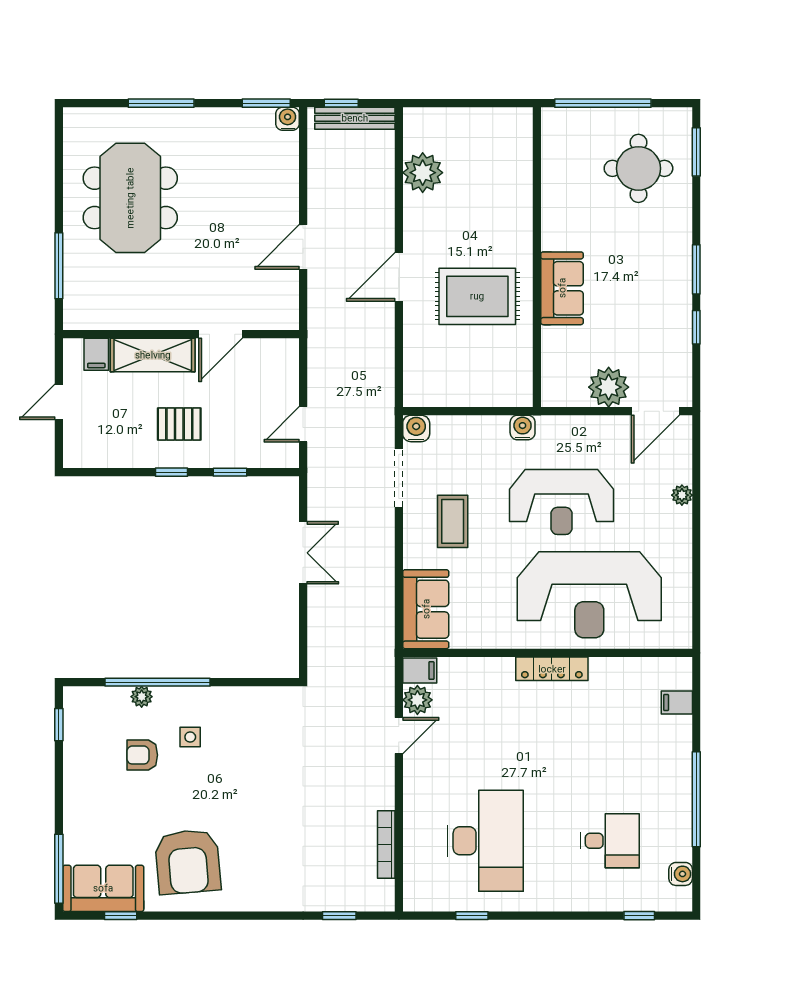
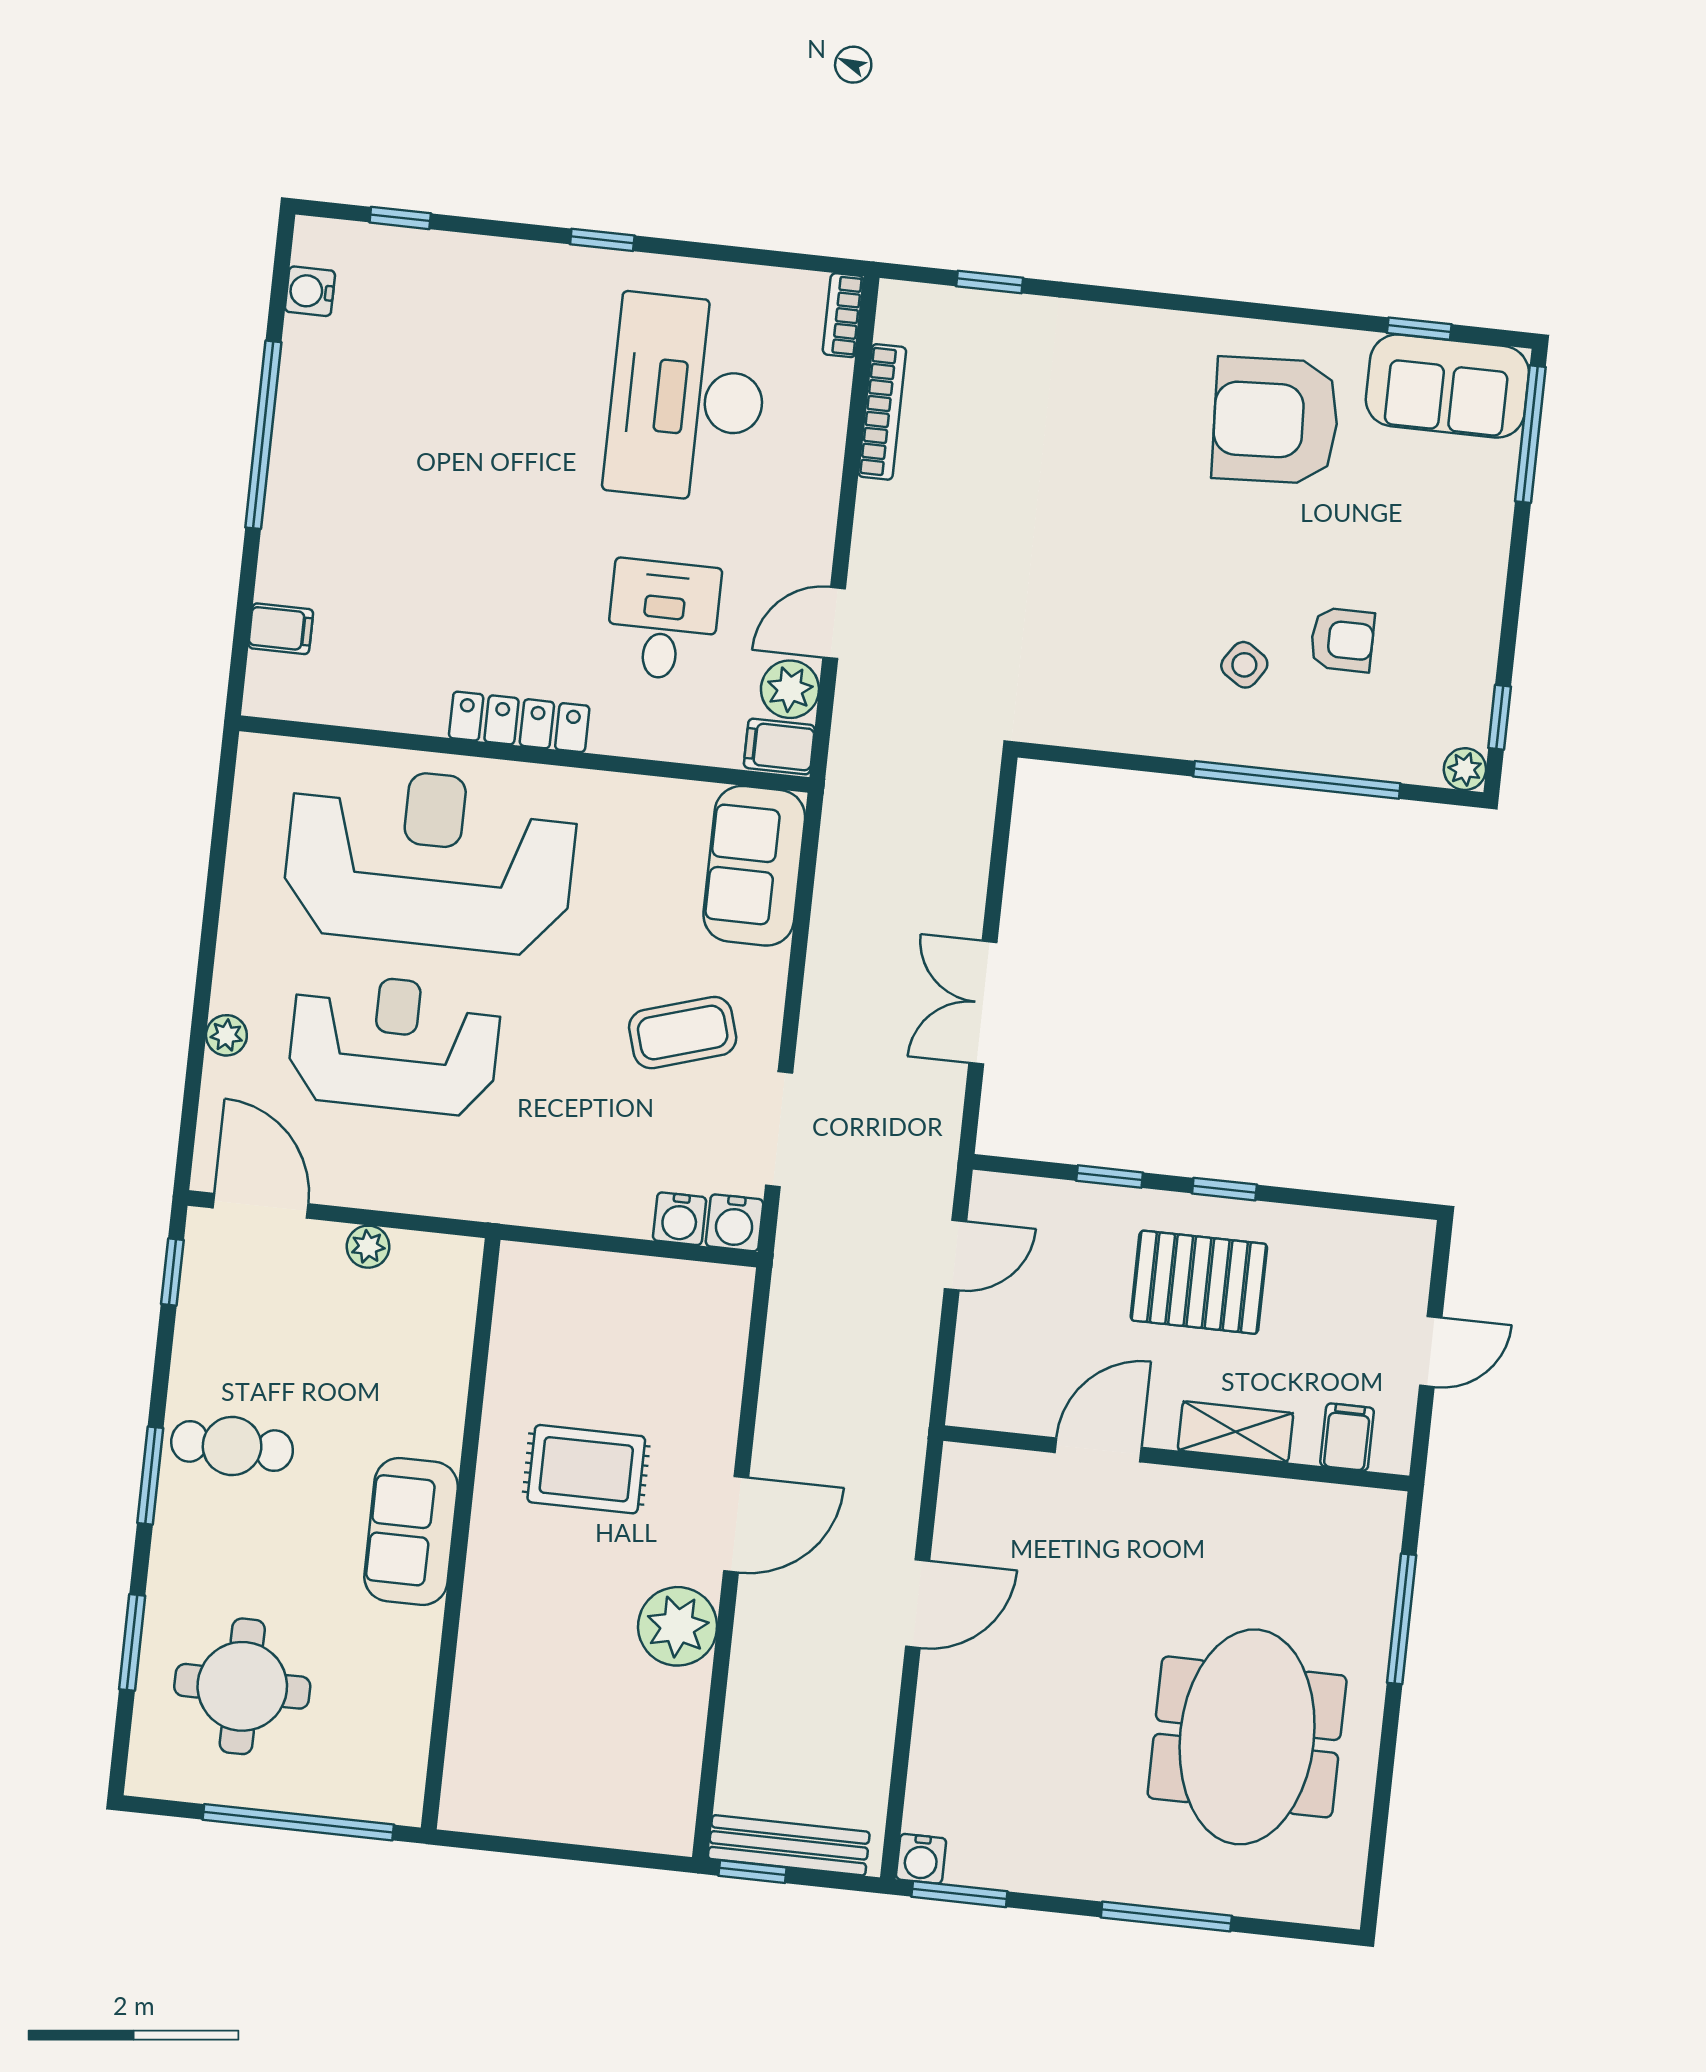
window: (341, 103) -> (752, 1872), moved
window: (696, 152) -> (132, 1642), moved
plant: (423, 173) -> (678, 1626), moved
sofa: (562, 288) -> (411, 1531), moved
cafe table: (657, 289) -> (232, 1446), added
rug: (477, 296) -> (586, 1469), width x0.73, depth x0.70
window: (696, 327) -> (172, 1272), moved
shelving: (153, 355) -> (1236, 1432), width x0.67, depth x0.75
plant: (609, 387) -> (368, 1247), width x0.53, depth x0.53
door: (655, 411) -> (261, 1206), hinge flipped
pallet: (179, 424) -> (1199, 1282), width x1.50, depth x1.42
water cooler: (523, 428) -> (680, 1219), moved
reception desk: (561, 502) -> (394, 1044), moved
coffee table: (453, 521) -> (683, 1033), turned 73
plant: (142, 697) -> (1465, 769), moved
side table: (190, 737) -> (1244, 665), turned 34
desk: (610, 841) -> (663, 620), moved, turned 90
armchair: (188, 862) -> (1276, 420), turned -88
bookcase: (411, 891) -> (843, 315), added
window: (472, 916) -> (602, 240), moved

